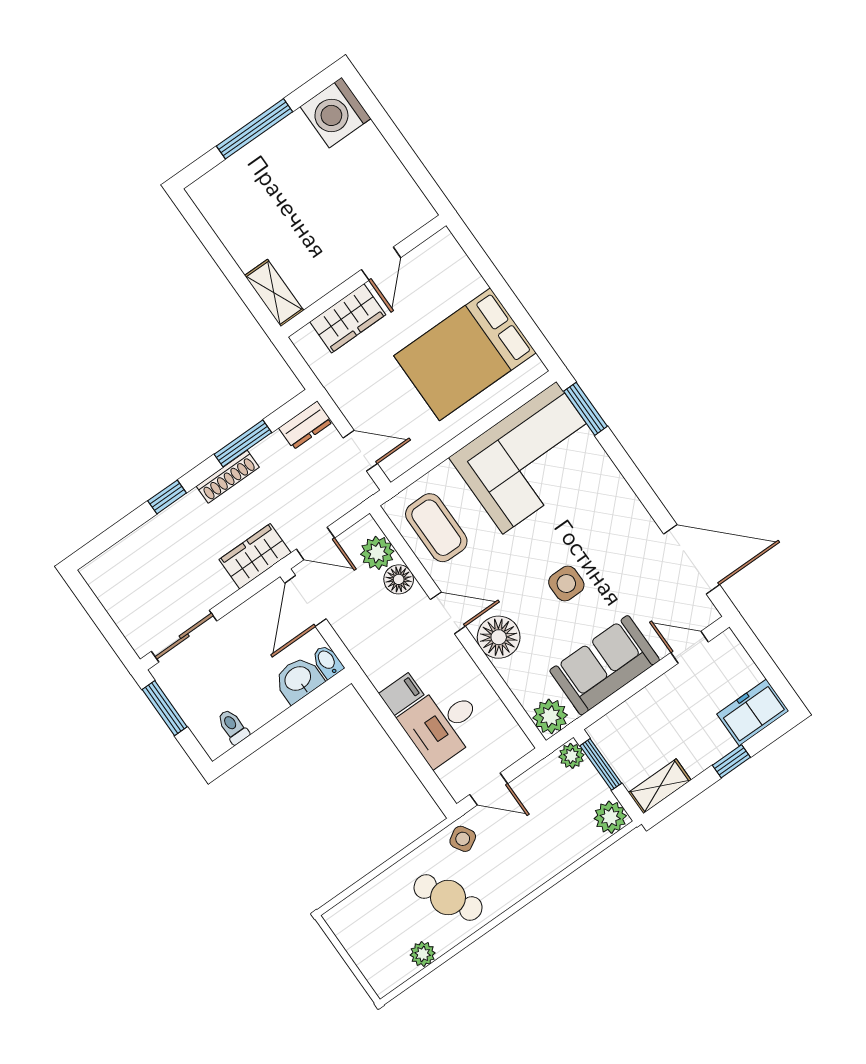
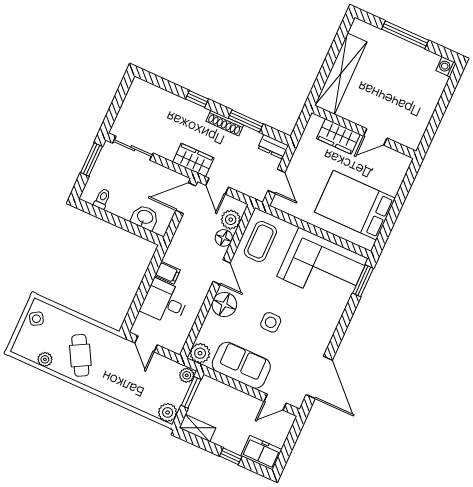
washing machine: (336, 112) -> (446, 67), width x0.53, depth x0.53
shelving: (274, 293) -> (341, 74), width x2.20, depth x1.33
door: (690, 647) -> (275, 402), swing flipped
bidet: (328, 661) -> (162, 227), removed
side table: (463, 839) -> (36, 319), moved

